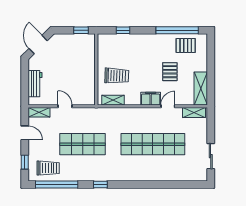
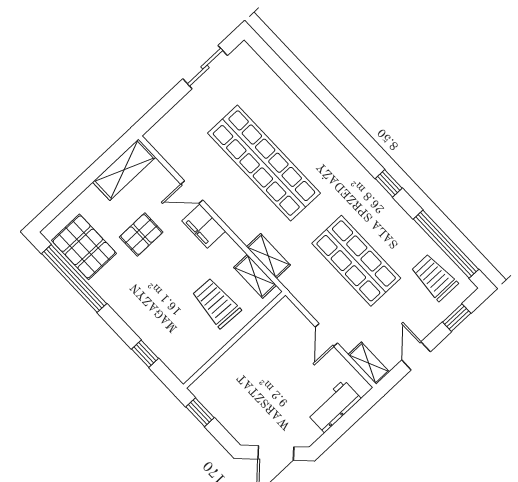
pallet: (186, 45) -> (84, 247), width x1.50, depth x1.42
shelving: (194, 113) -> (268, 256), moved

